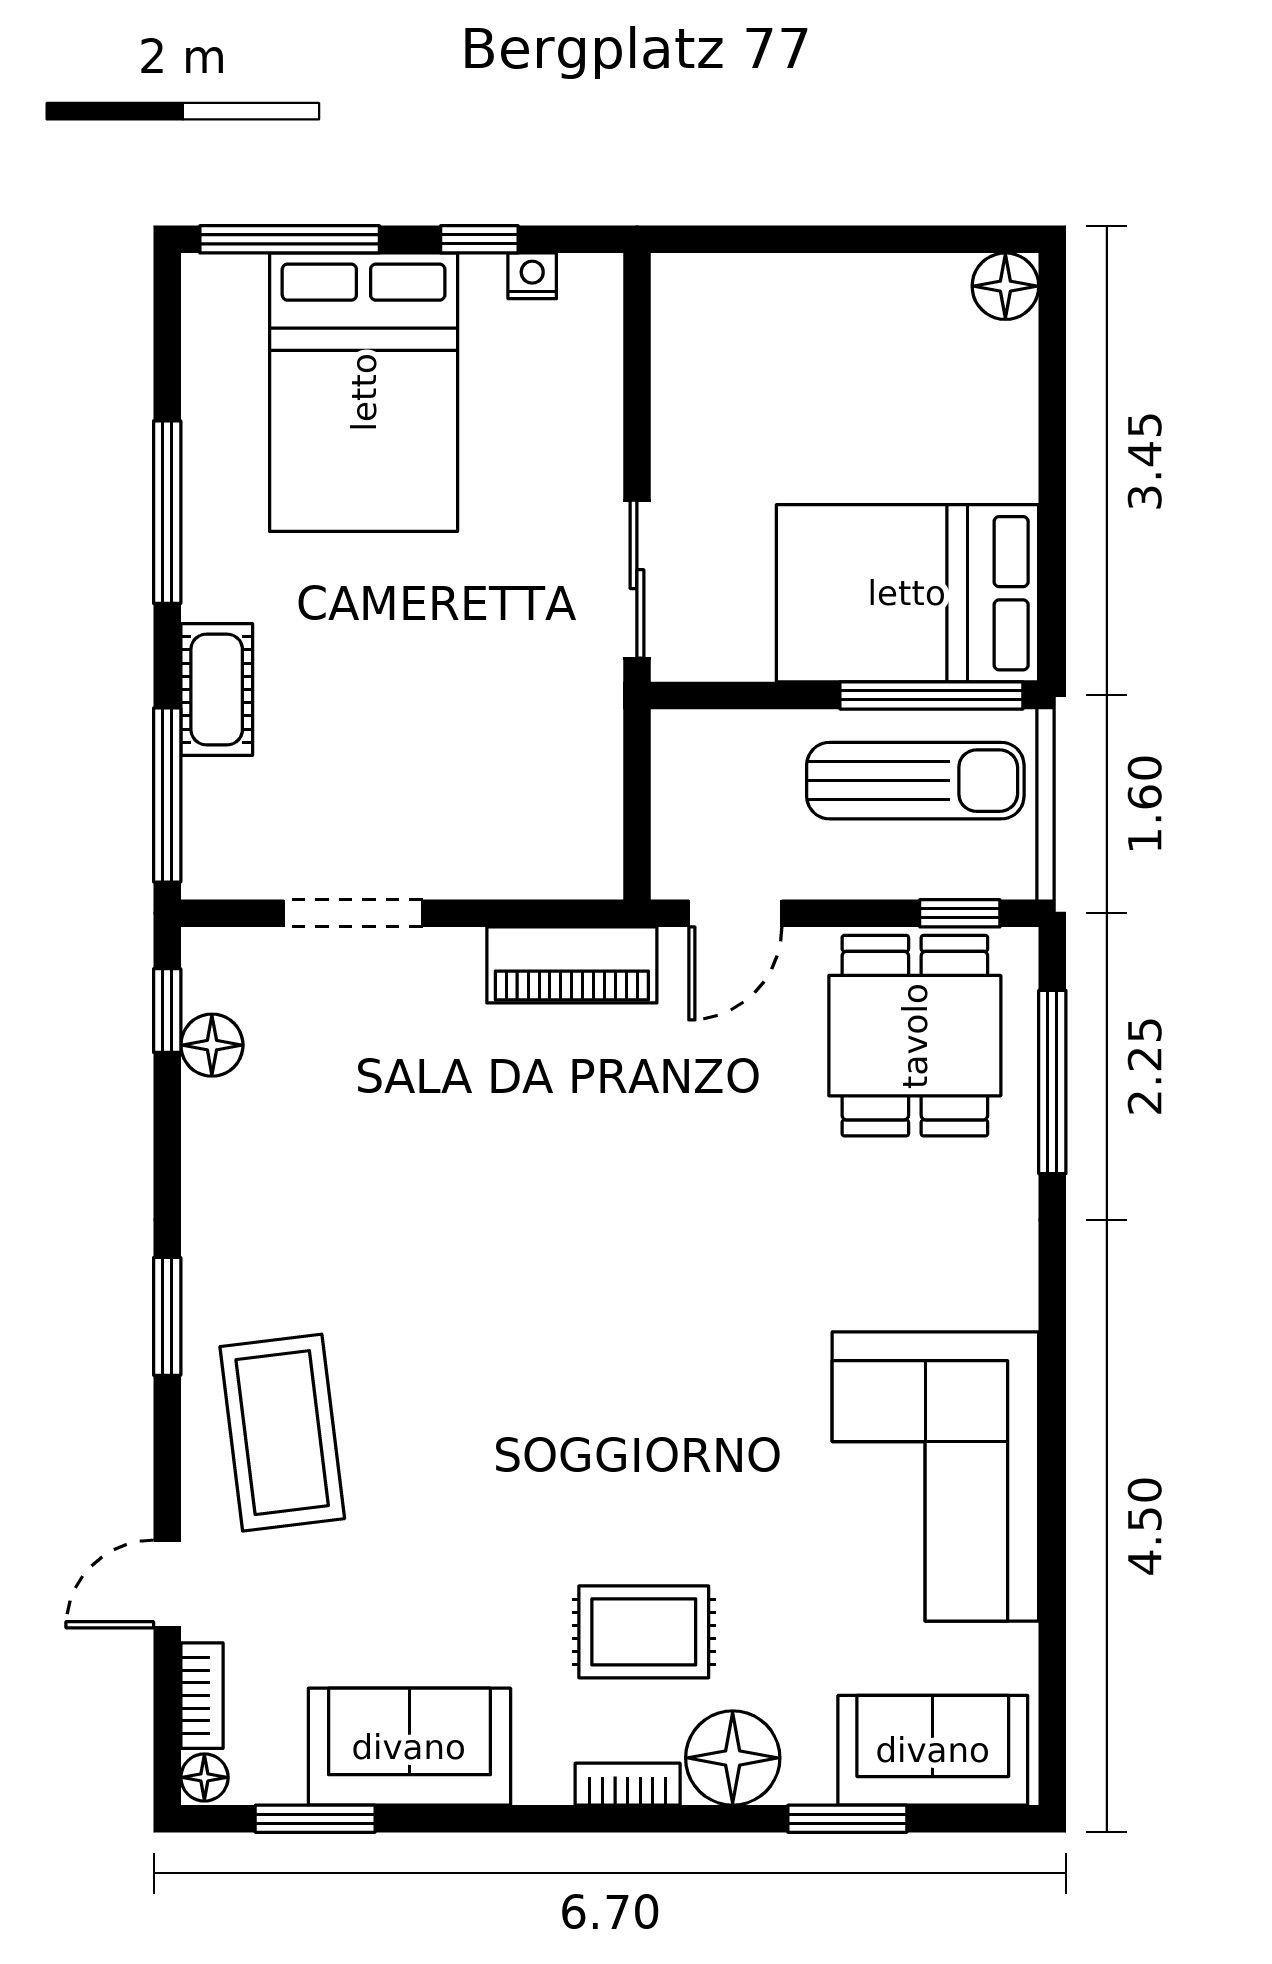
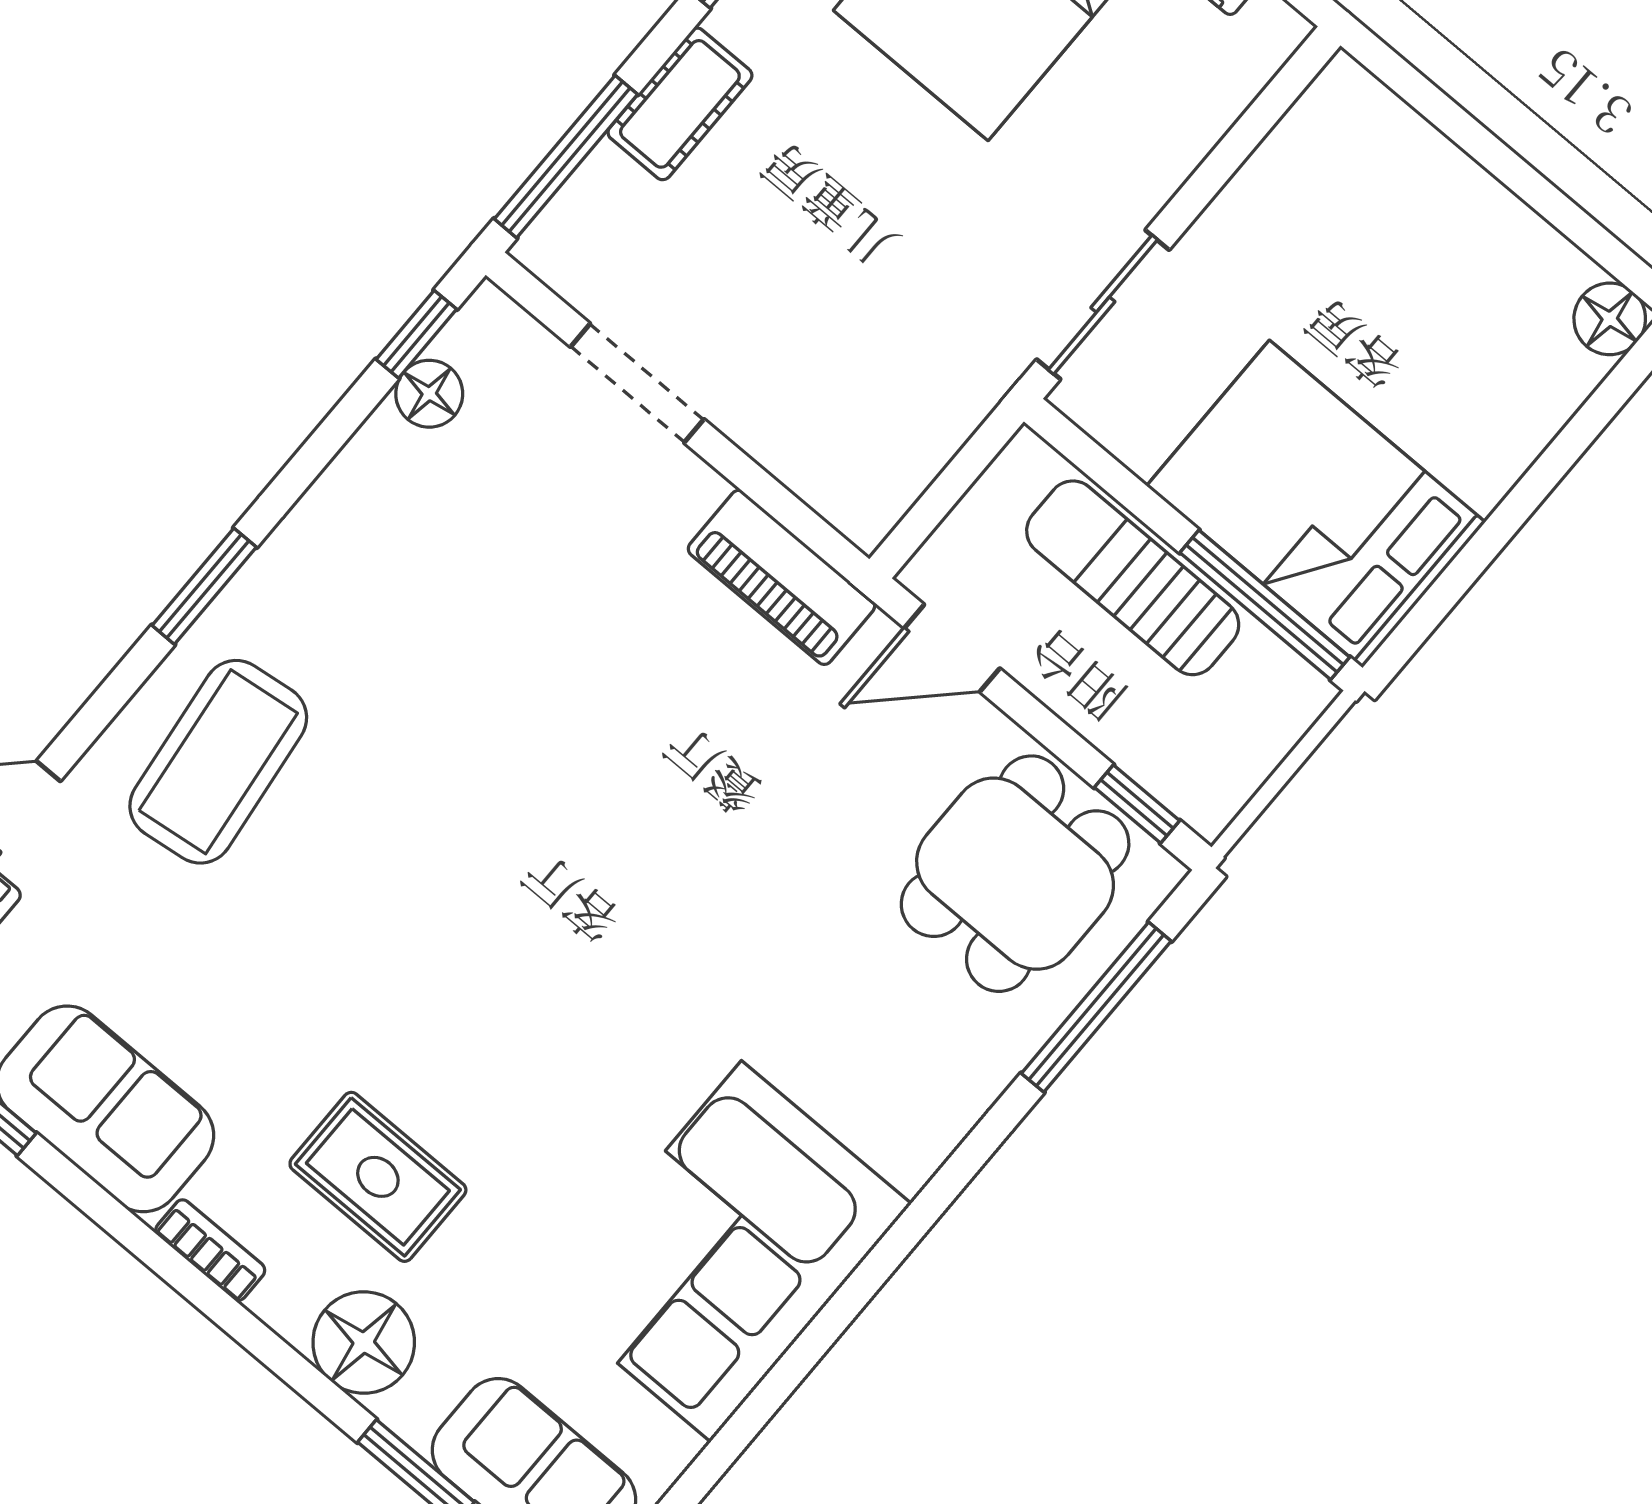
sun lounger: (915, 781) -> (1133, 578), moved, turned 180
bookcase: (628, 1784) -> (210, 1250), moved

